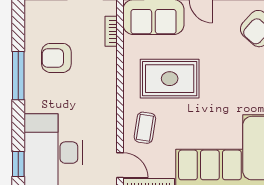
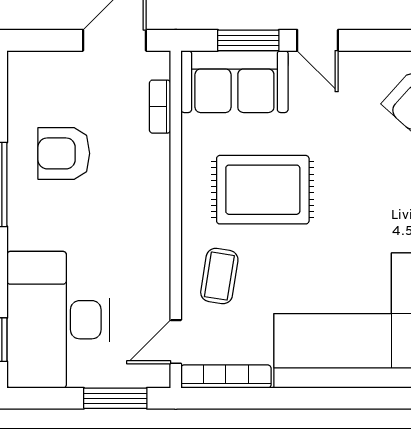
door: (120, 165) -> (176, 342), swing flipped

